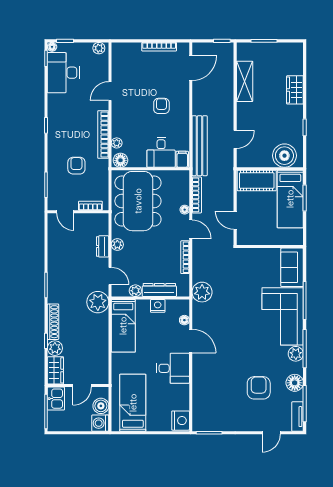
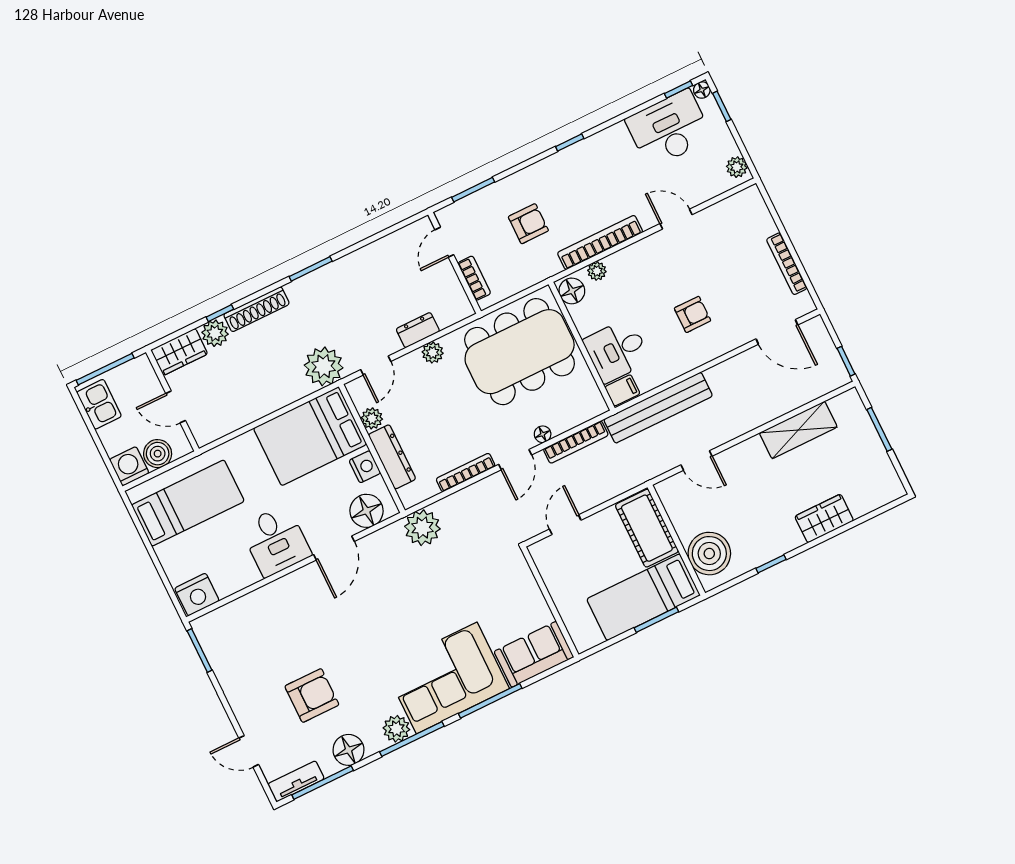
floor lamp: (184, 320) -> (367, 511), width x1.89, depth x1.89
bed: (123, 326) -> (310, 436), width x1.50
kitchen sink: (56, 399) -> (99, 404), moved, turned -90

